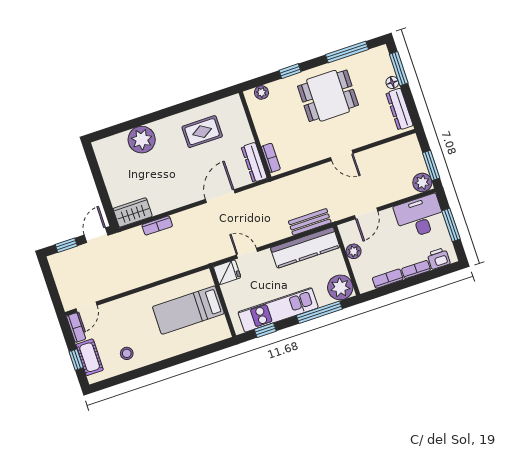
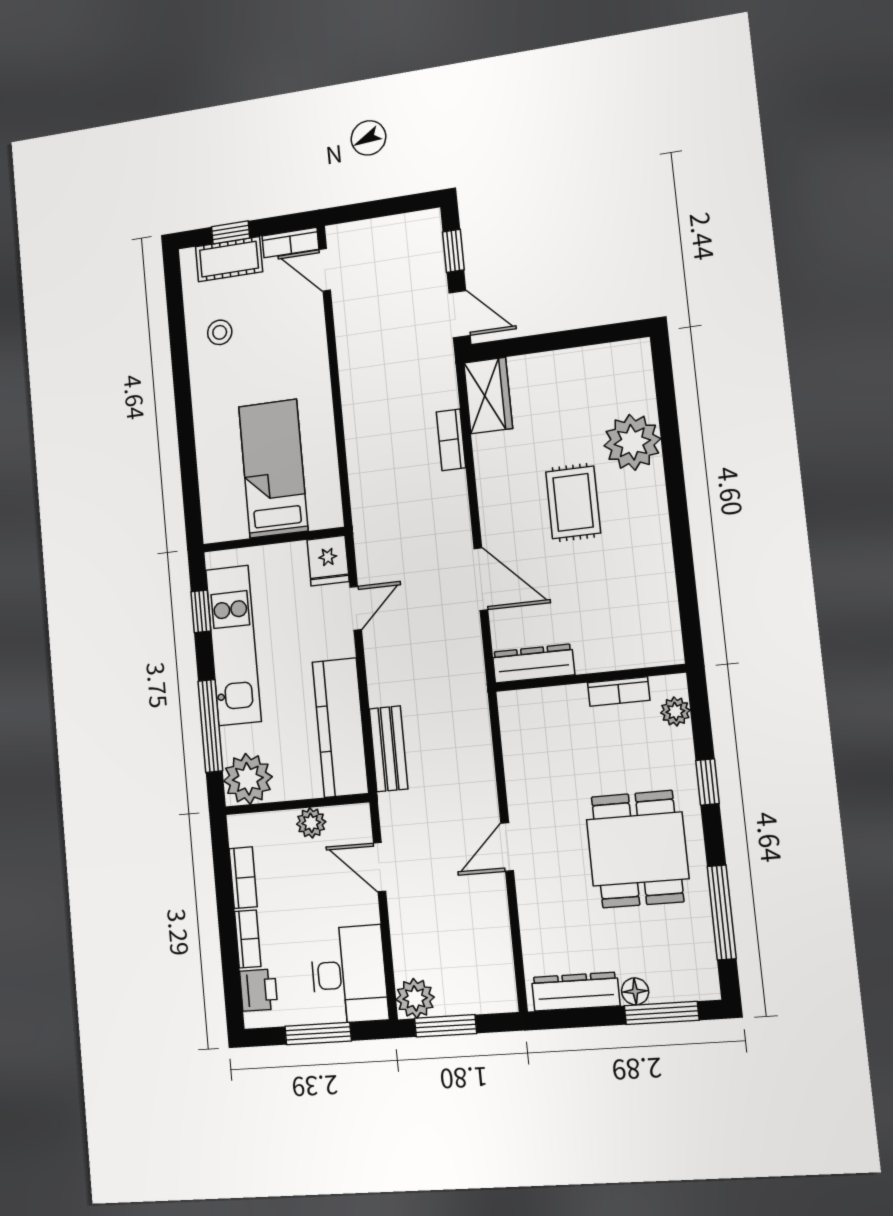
rug: (202, 132) -> (573, 502), moved
bookcase: (271, 158) -> (619, 691), moved

